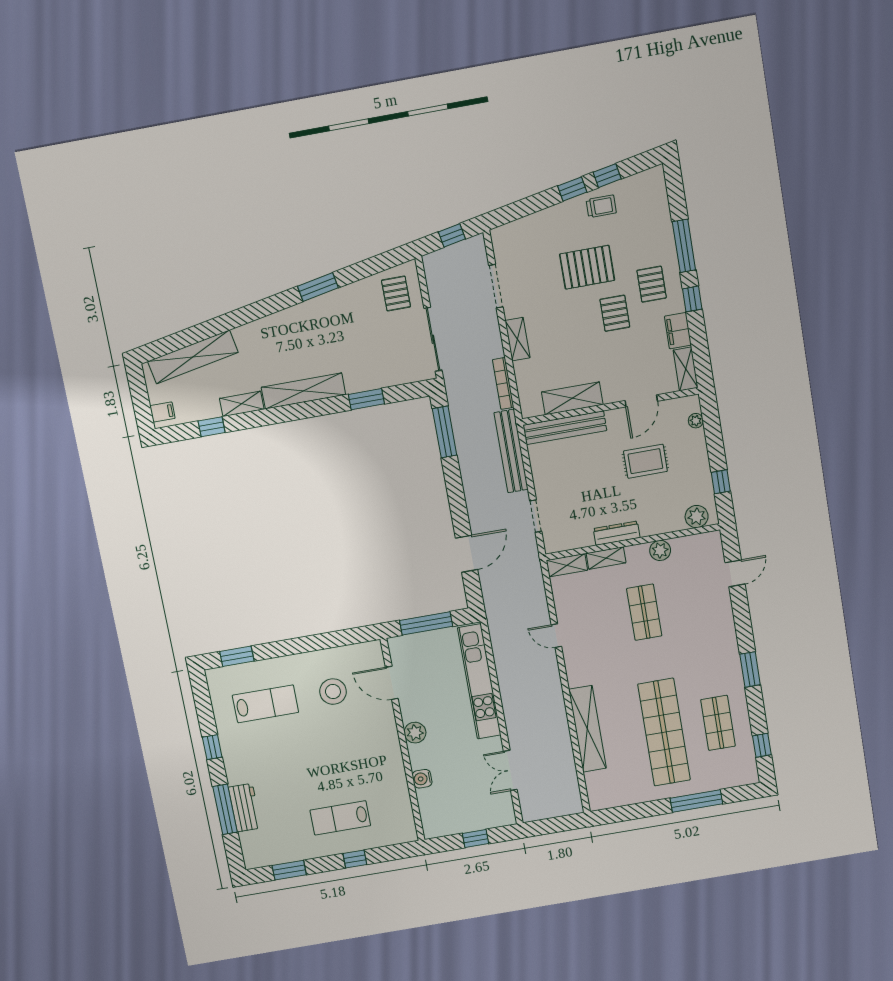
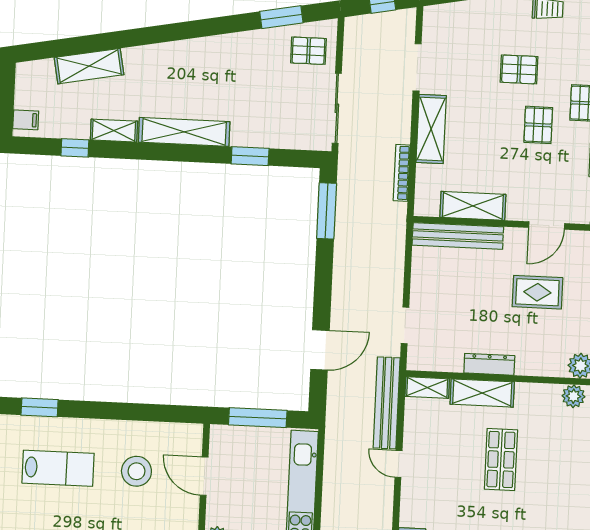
pallet: (587, 267) -> (519, 69), width x0.67, depth x0.71
window: (318, 287) -> (281, 17), moved
pallet: (396, 294) -> (308, 51), turned 90
shelving: (517, 339) -> (431, 129), width x1.50, depth x1.33
shelving: (193, 357) -> (89, 66), width x0.68
bench: (511, 451) -> (387, 403), moved
plant: (660, 550) -> (573, 396), moved
shelving: (606, 558) -> (482, 393), width x1.50, depth x1.33

